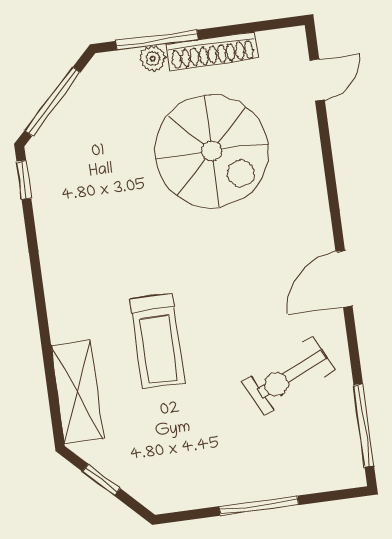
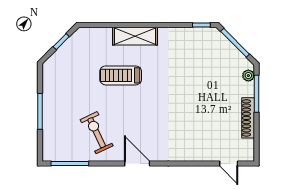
plant: (153, 59) -> (248, 76), moved
spiral stairs: (212, 151) -> (203, 112), removed
shelving: (77, 392) -> (135, 36), moved

